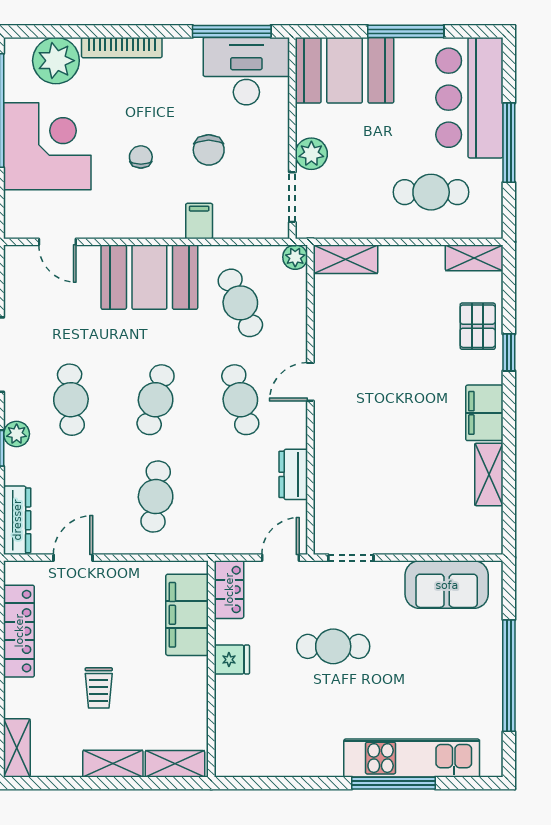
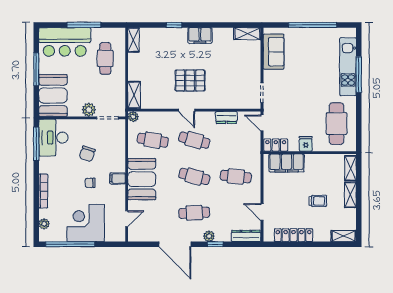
plant: (56, 61) -> (44, 224), width x0.53, depth x0.53
chair: (209, 150) -> (87, 154), turned 109
filing cabinet: (199, 221) -> (118, 178), moved
cafe table: (240, 303) -> (153, 140), turned 33
pallet: (478, 326) -> (190, 80), moved, width x1.50, depth x1.42
cafe table: (240, 400) -> (194, 140), turned 30
shelving: (489, 474) -> (247, 34), moved
cafe table: (333, 646) -> (337, 124), moved, width x1.37, depth x1.35

